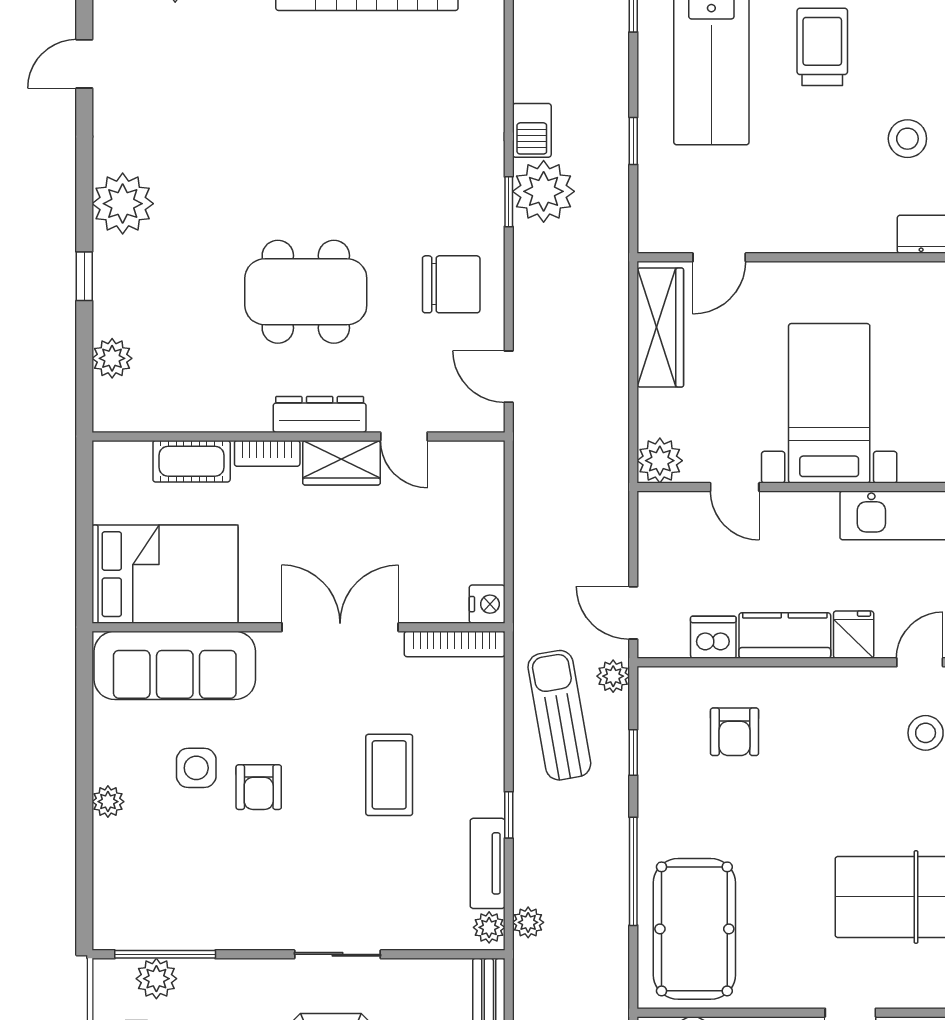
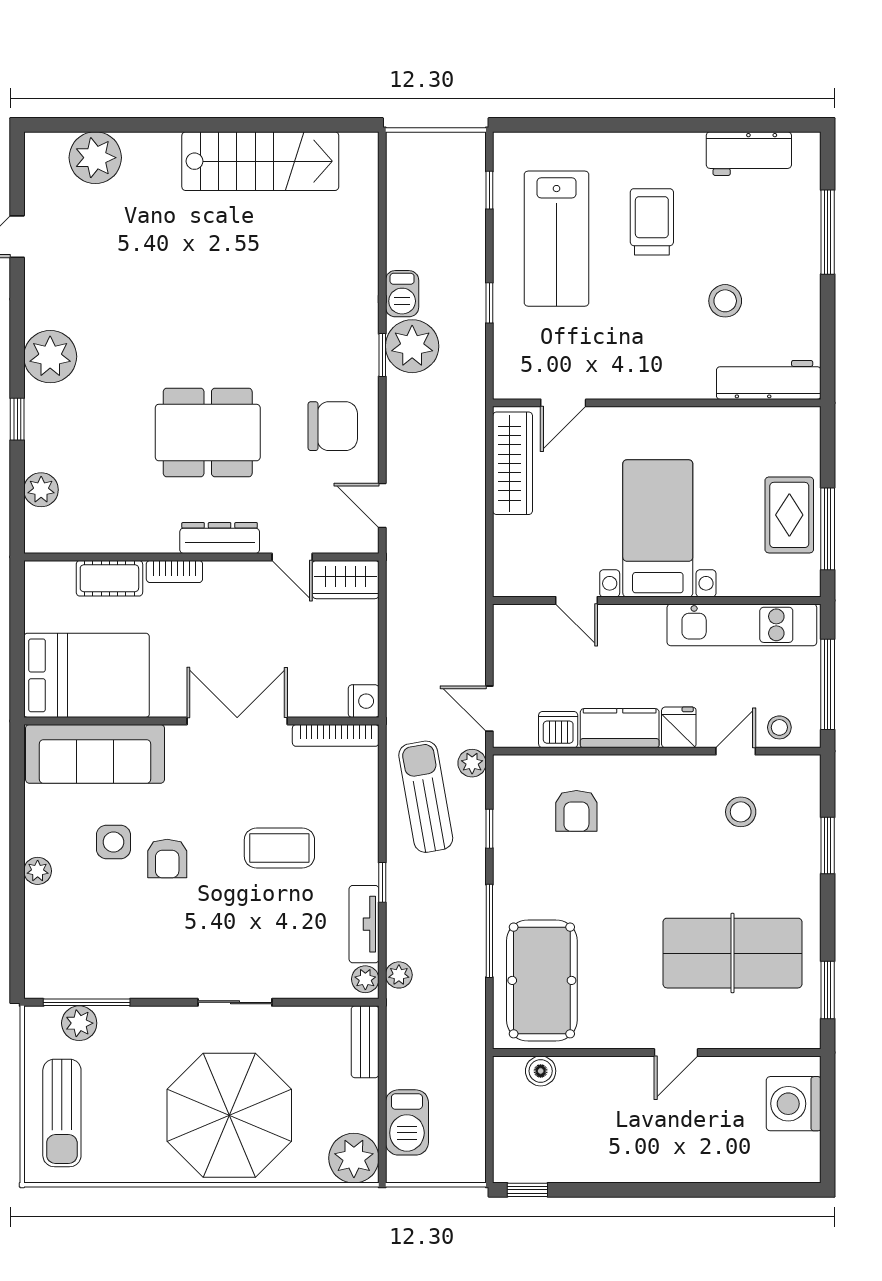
plant: (660, 461) -> (512, 578), removed
wardrobe: (341, 463) -> (346, 580), moved
coffee table: (389, 775) -> (279, 848), turned 90

